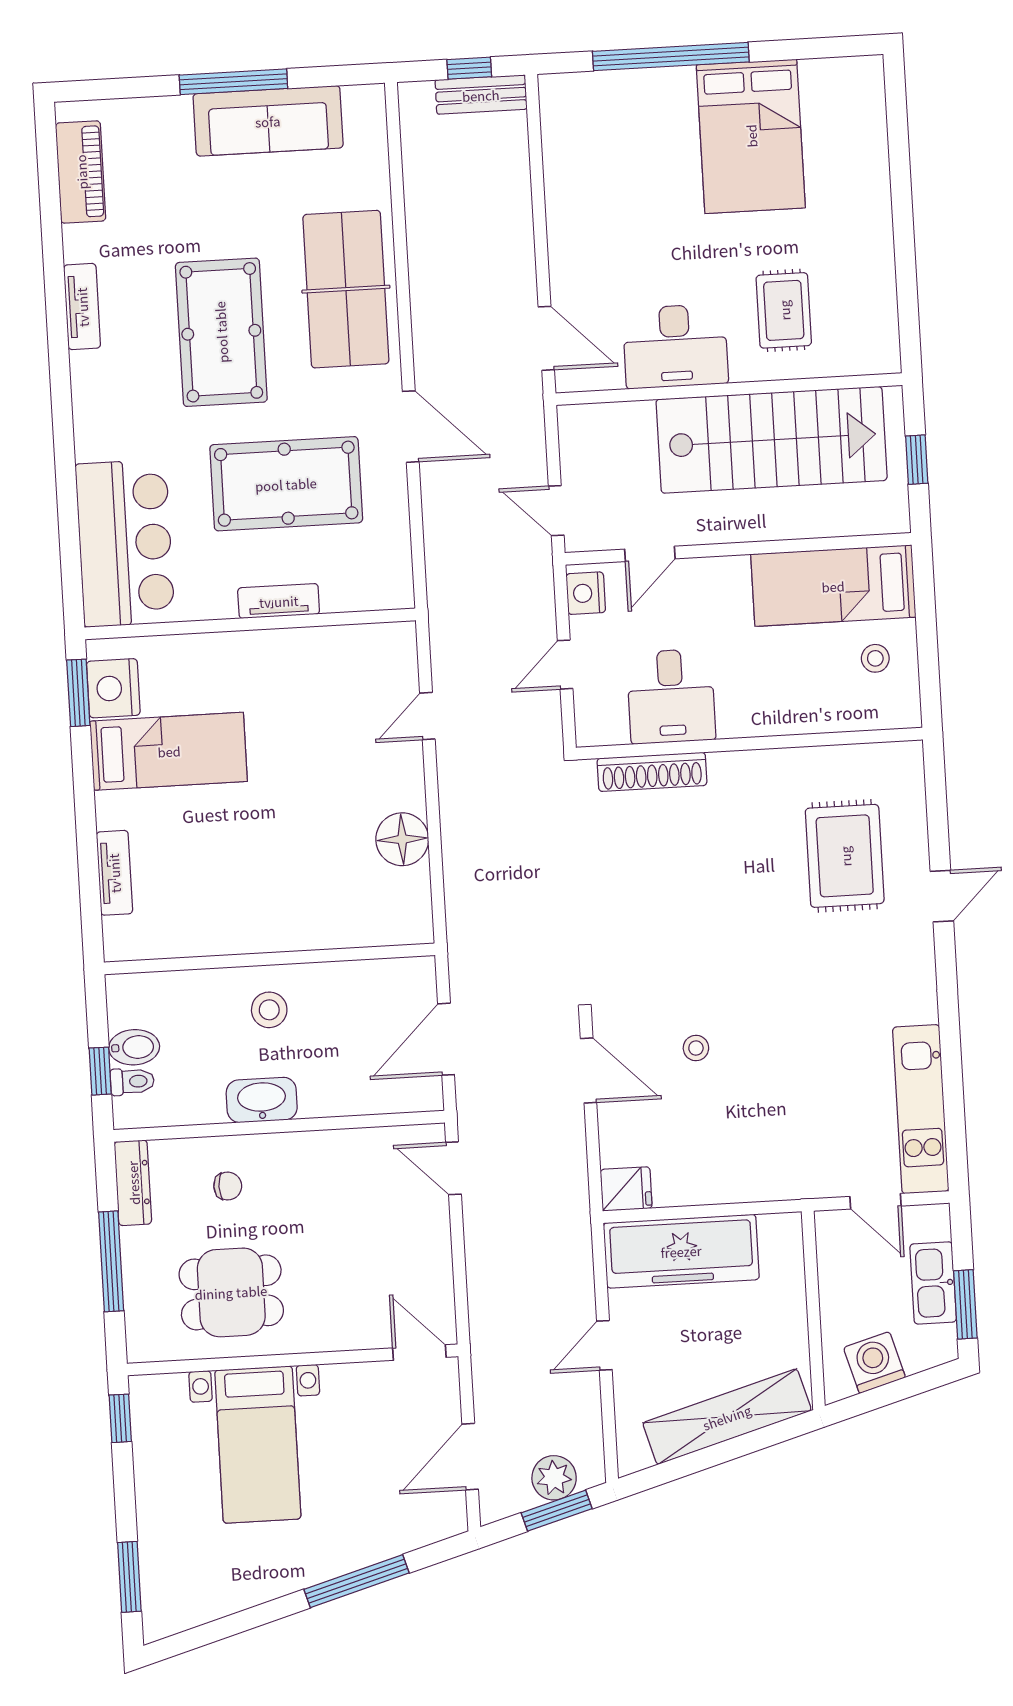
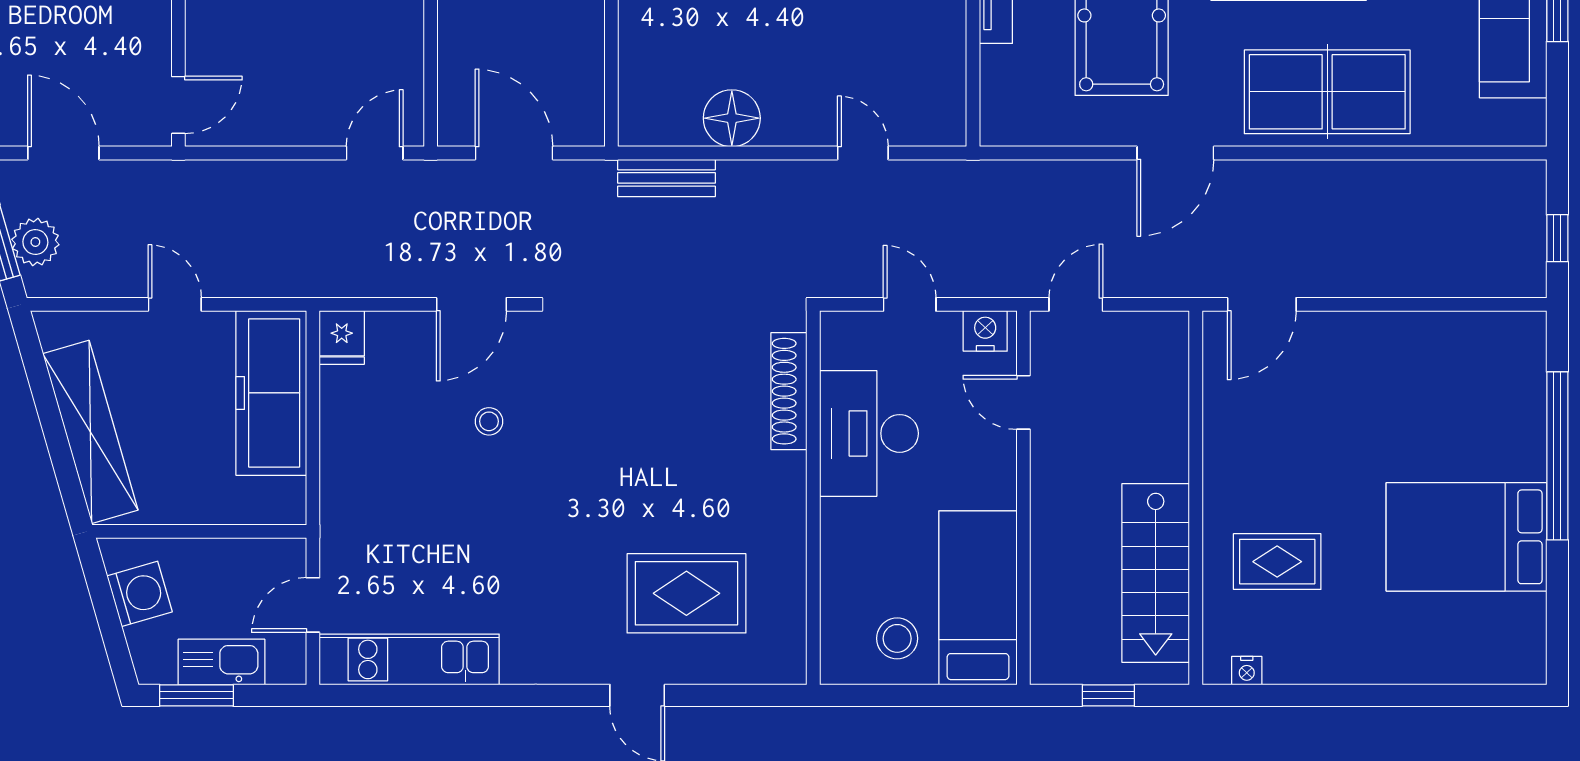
bench: (481, 95) -> (667, 178), moved, turned 90
nightstand: (886, 333) -> (1247, 671), added
desk: (675, 346) -> (1245, 443), removed
stairs: (772, 440) -> (1156, 573), width x0.73, depth x0.66
stool: (875, 658) -> (897, 638), width x1.37, depth x1.37
desk: (671, 696) -> (869, 433), width x1.37

